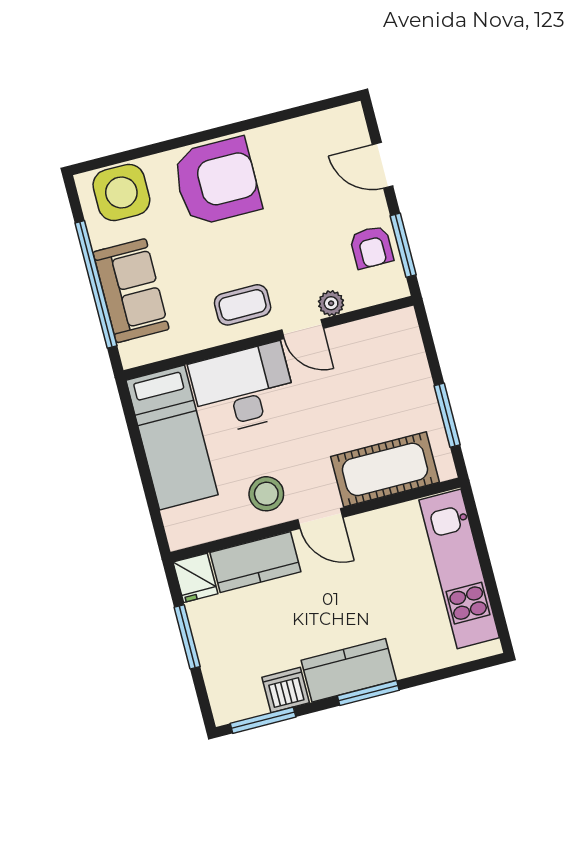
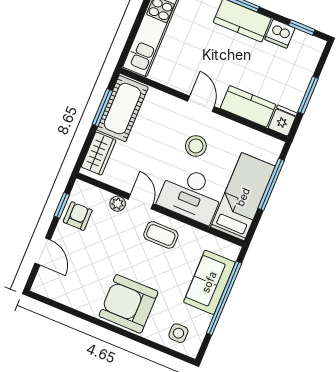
side table: (121, 193) -> (178, 333), width x0.54, depth x0.54
window: (403, 245) -> (62, 205), width x0.67
wardrobe: (406, 351) -> (99, 154), added
cot: (385, 469) -> (122, 109), moved, turned 90
window: (147, 482) -> (271, 184), added
stool: (266, 494) -> (196, 146), moved
window: (263, 720) -> (302, 27), width x0.67

